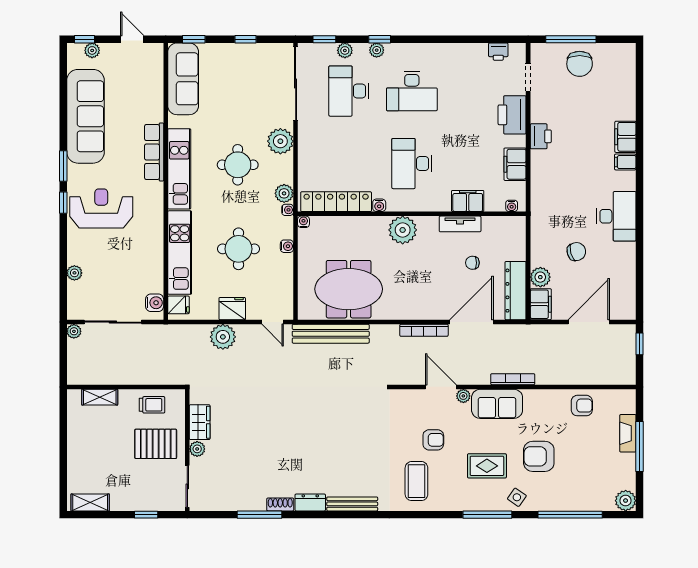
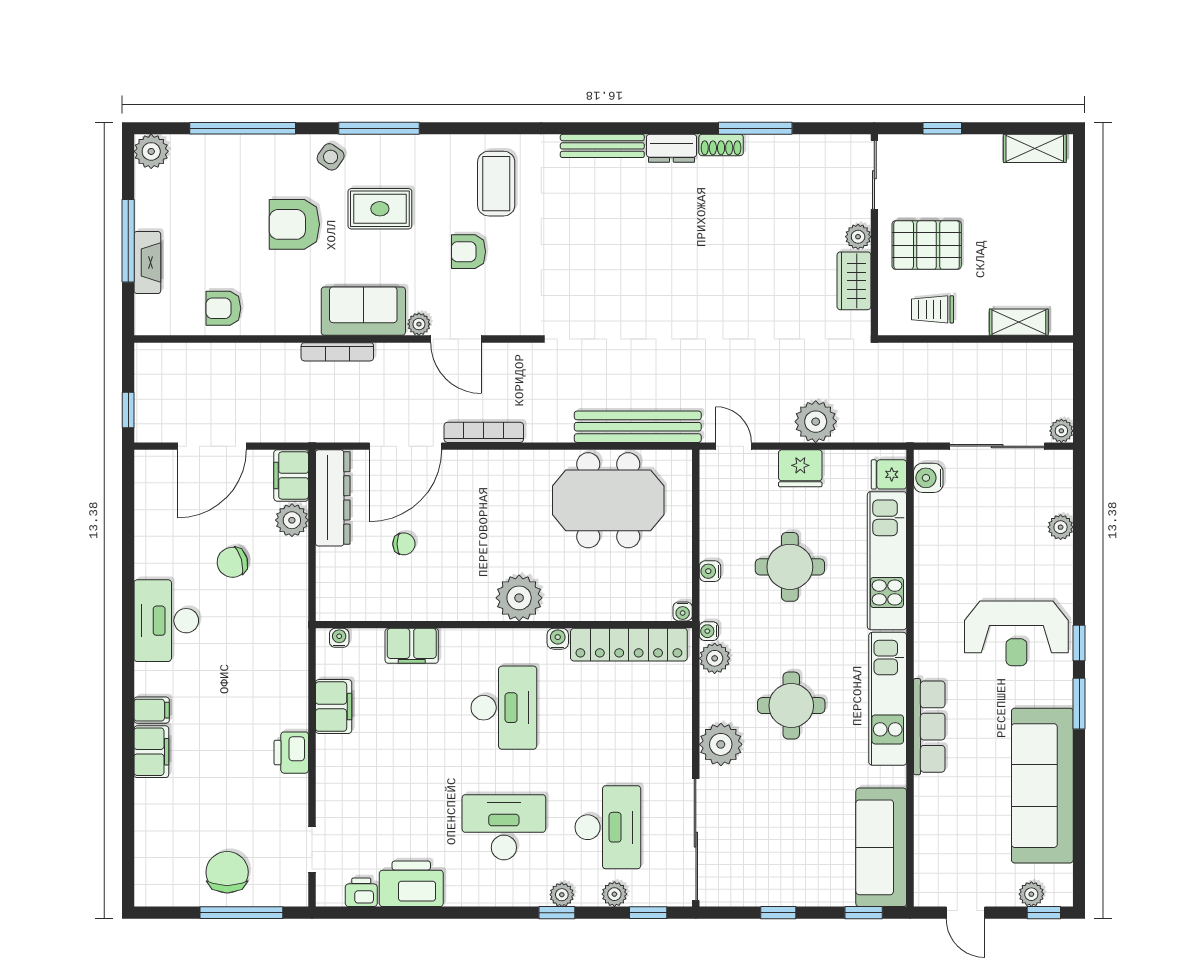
printer: (512, 115) -> (411, 884), moved, turned -90
tv unit: (460, 224) -> (424, 608), removed
armchair: (539, 456) -> (294, 224), turned 180

